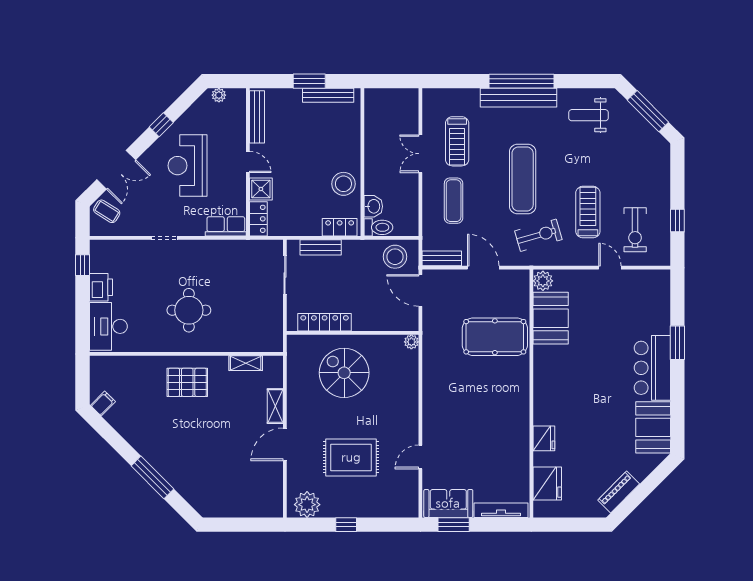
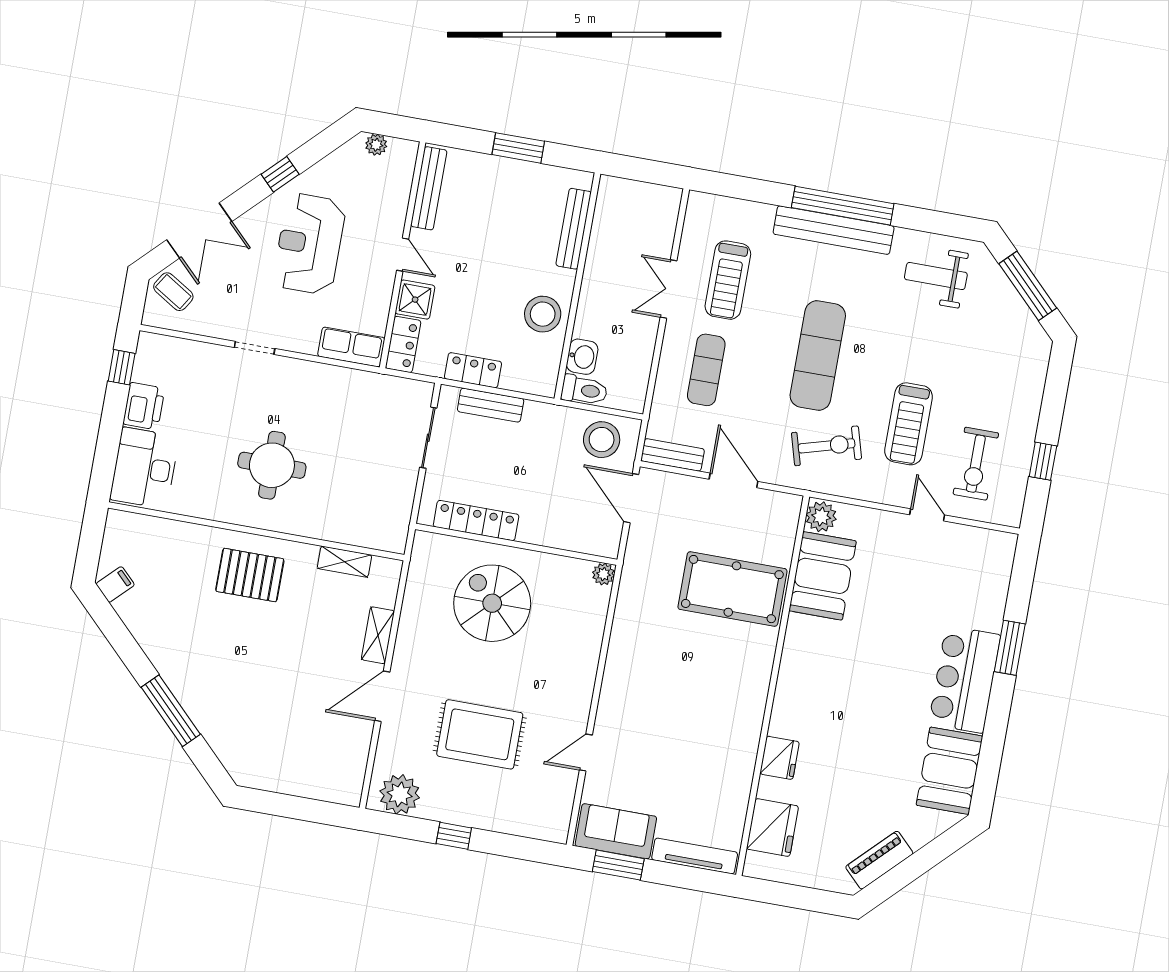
bench: (328, 95) -> (574, 229), moved, turned 90
treadmill: (588, 212) -> (909, 424), turned 180
locker: (340, 227) -> (473, 370), moved

